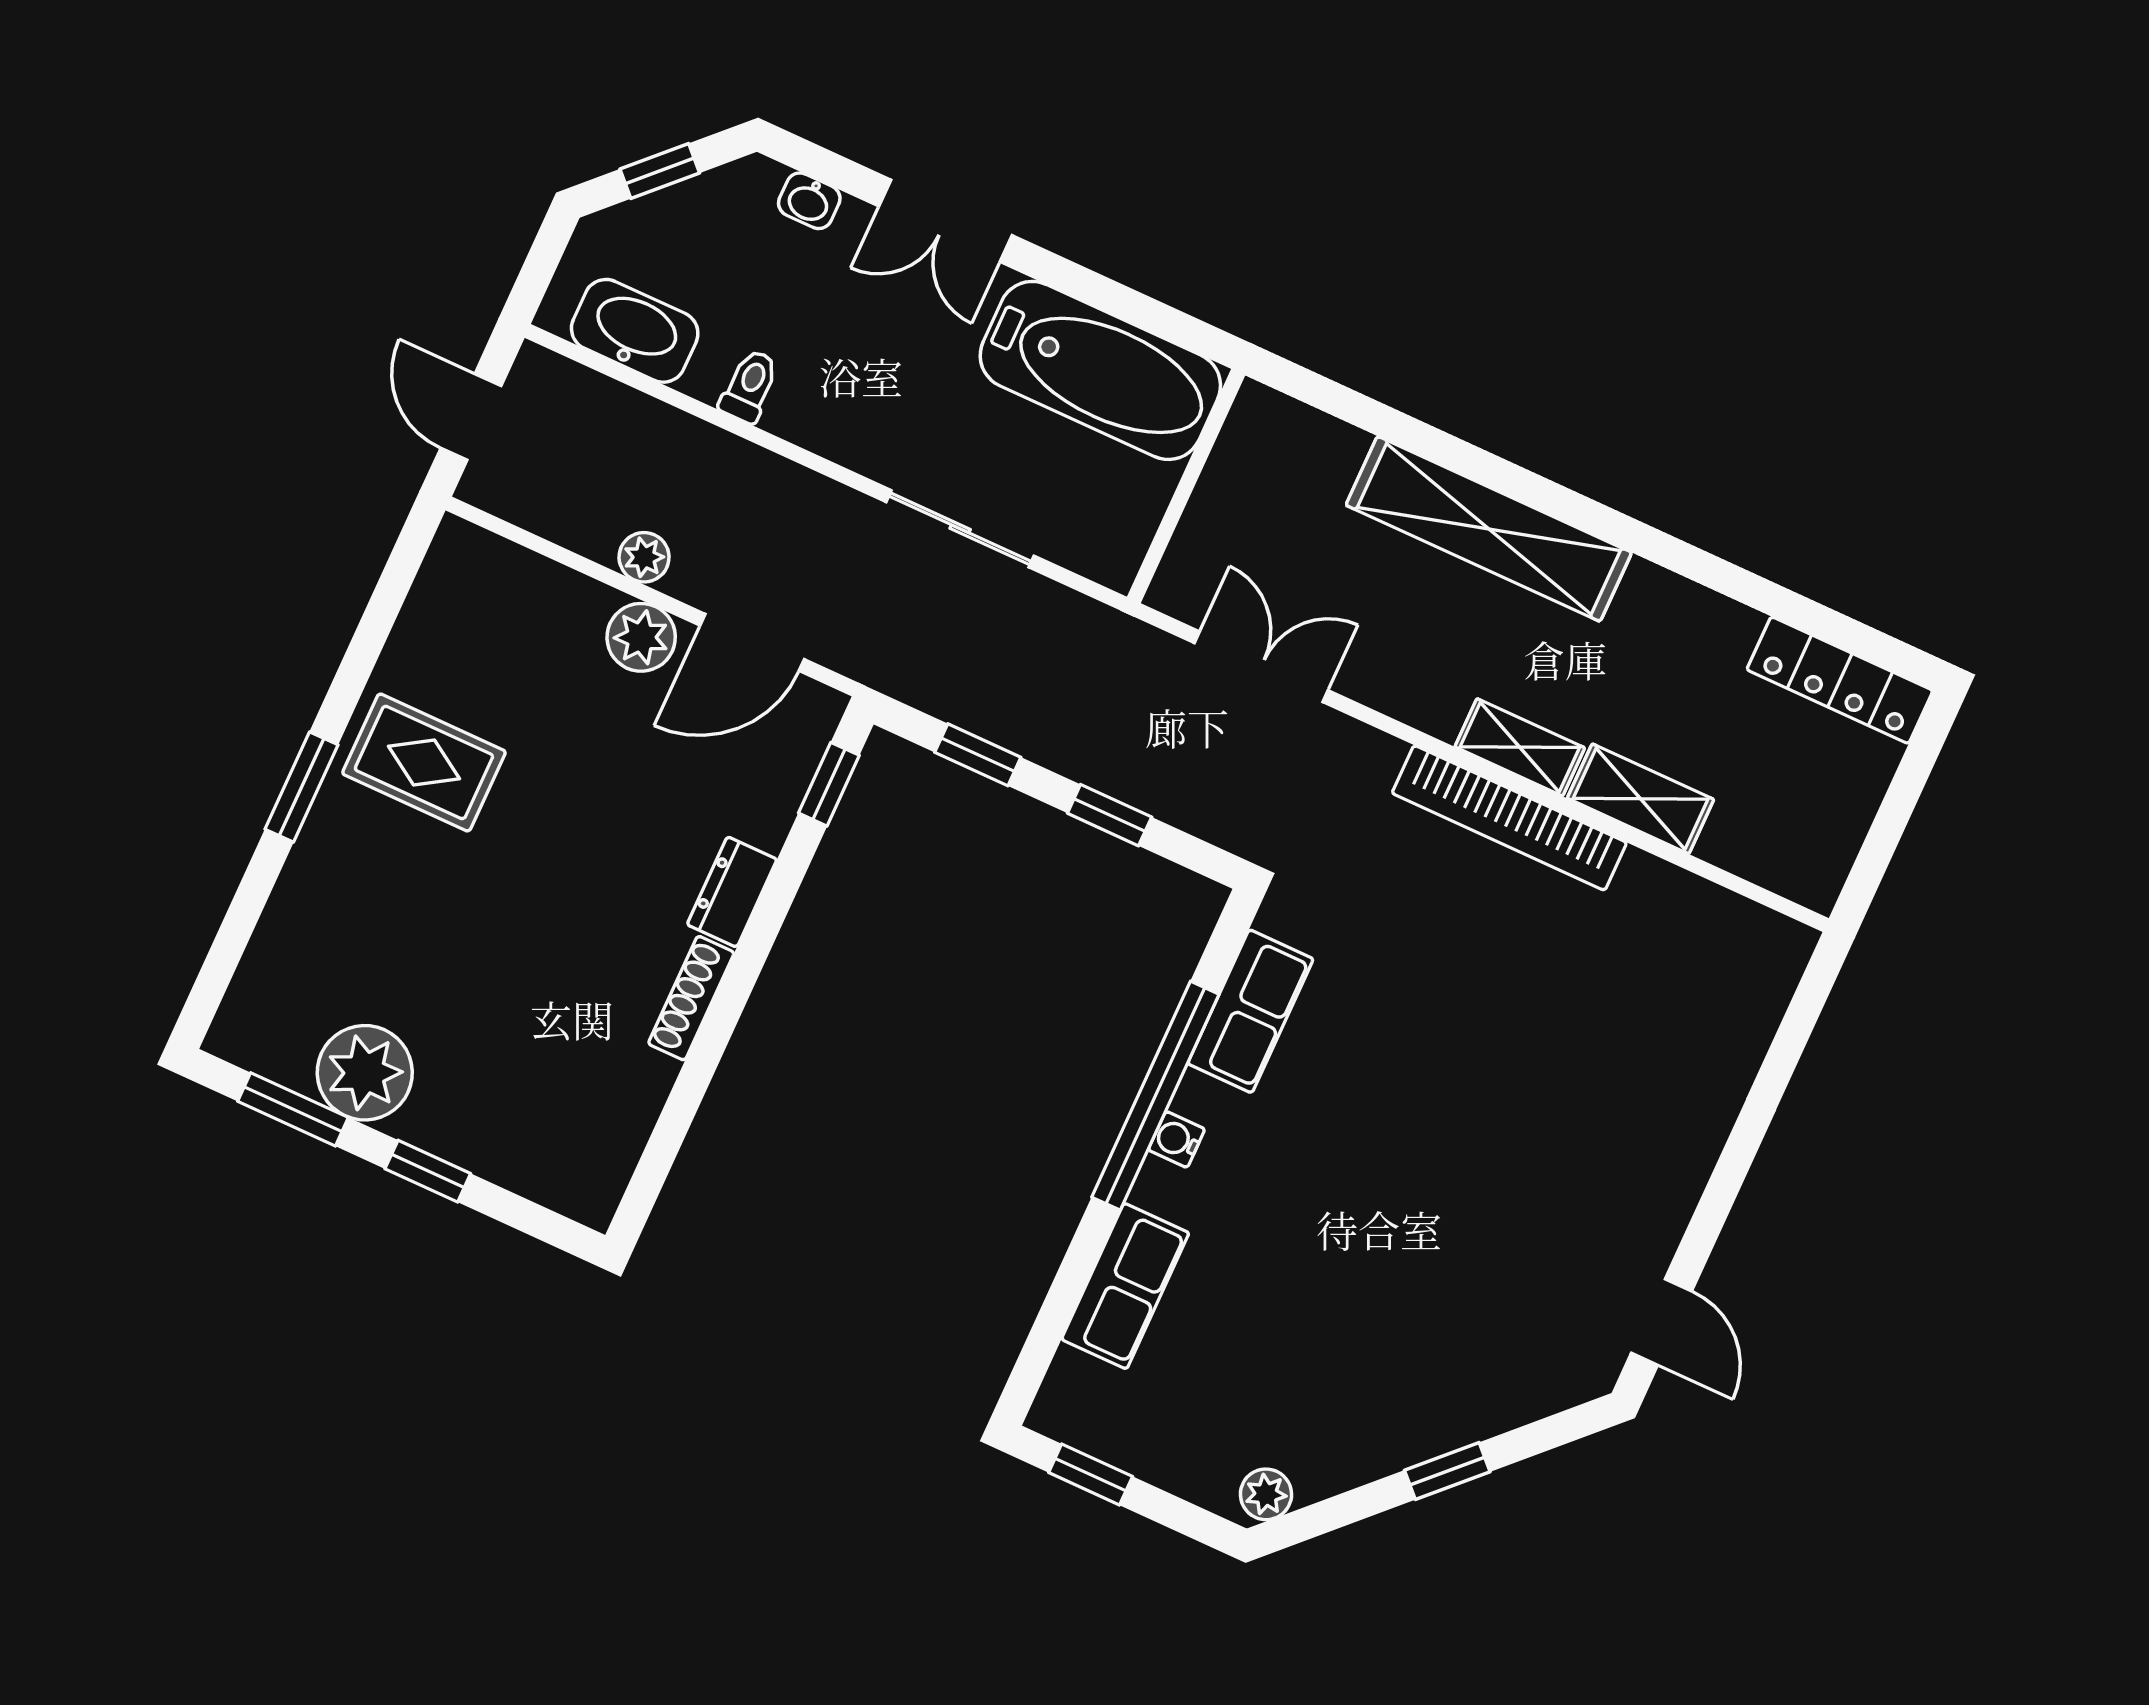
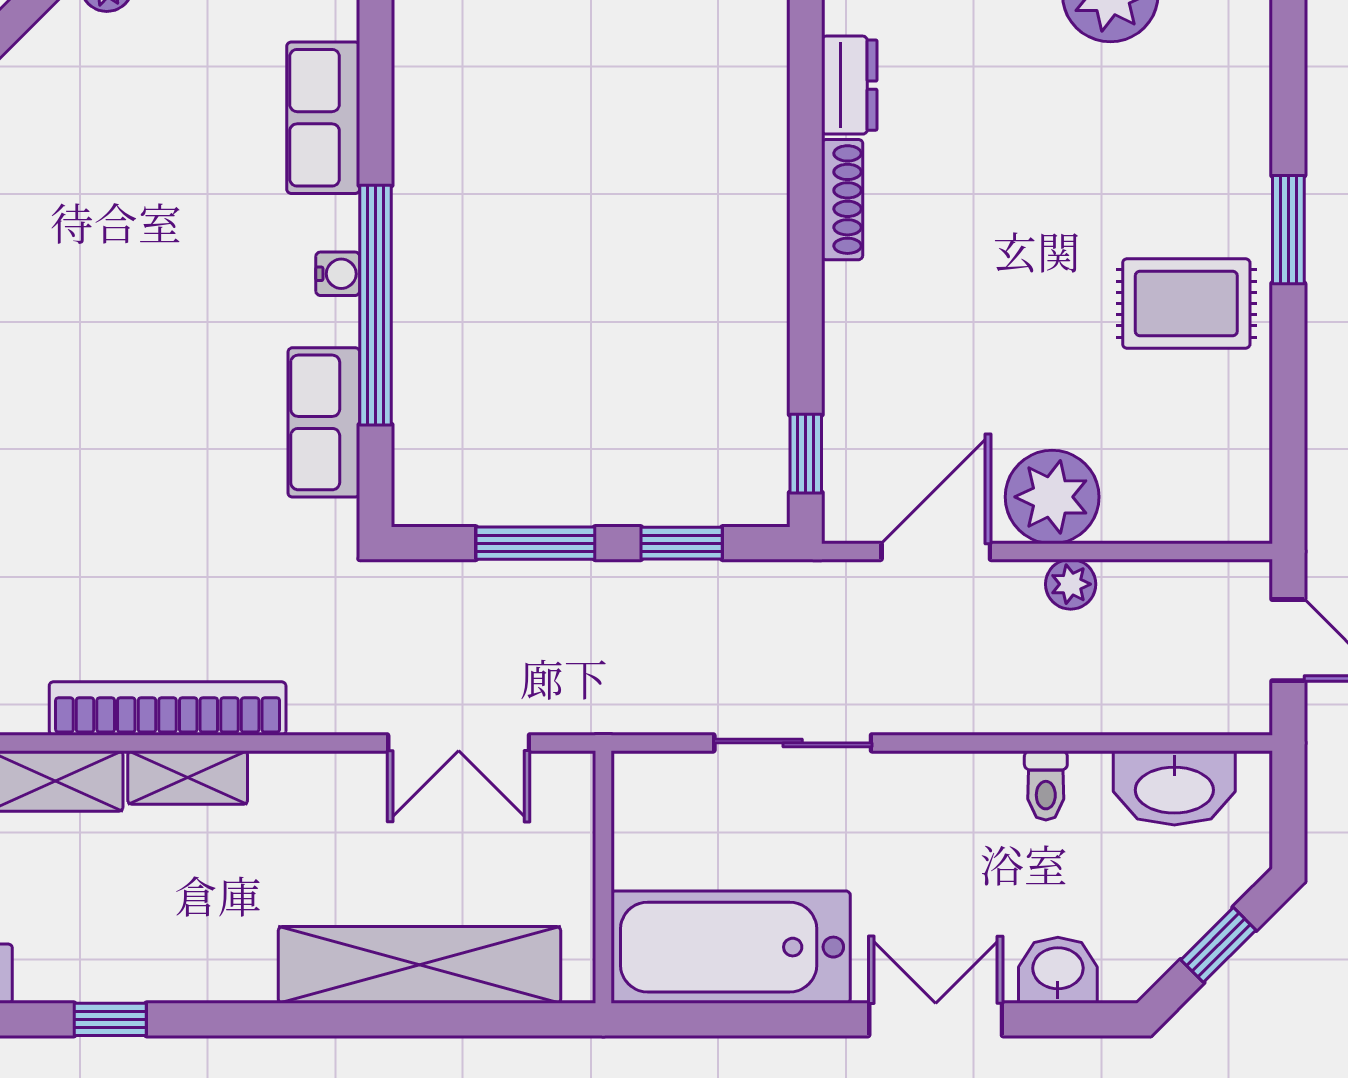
washbasin: (809, 201) -> (1058, 970), width x1.38, depth x1.45
shelving: (1489, 529) -> (419, 965), moved
window: (1689, 561) -> (110, 1019), added
plant: (641, 637) -> (1052, 497), width x1.36, depth x1.36
window: (1110, 815) -> (535, 543), width x1.50
dresser: (732, 892) -> (849, 85), moved

